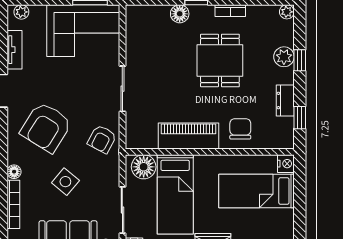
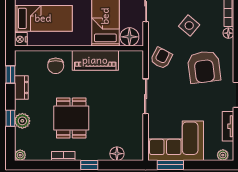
floor lamp: (180, 14) -> (117, 154), moved
armchair: (46, 127) -> (204, 67), turned 141

